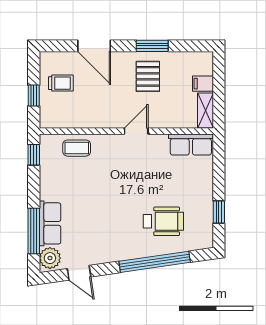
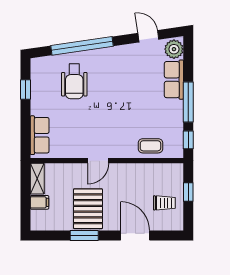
pallet: (148, 76) -> (88, 209), width x1.50, depth x1.42
trolley: (61, 83) -> (164, 203), turned 180
row of seats: (191, 145) -> (40, 135), moved, turned 90
wheelchair: (163, 221) -> (74, 81), turned -90
window: (34, 231) -> (188, 102), moved

